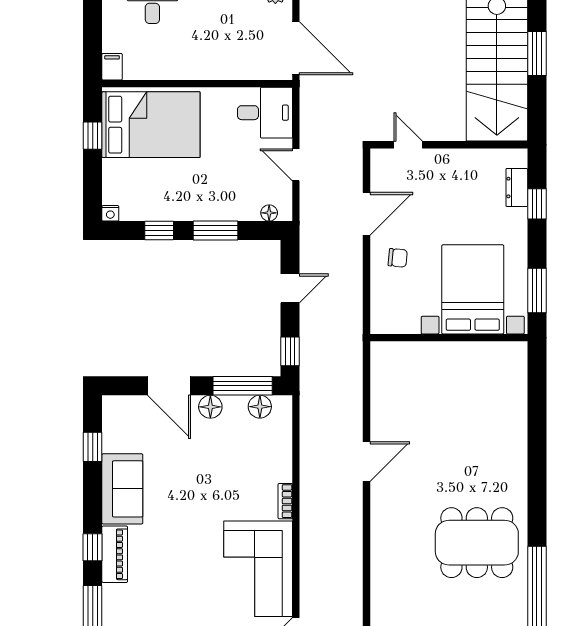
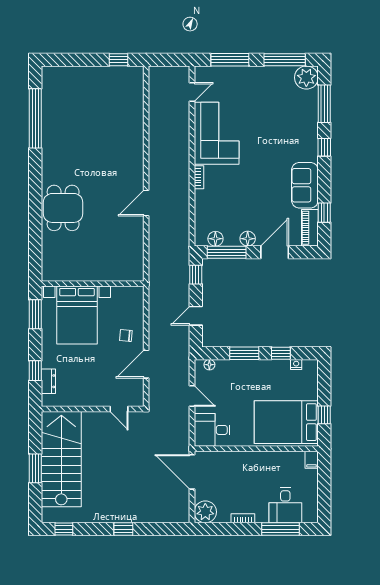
nightstand: (110, 213) -> (296, 364), moved
door: (169, 386) -> (275, 252), hinge flipped
dining table: (477, 543) -> (63, 208), moved, width x0.73
piano: (115, 554) -> (310, 228), moved

